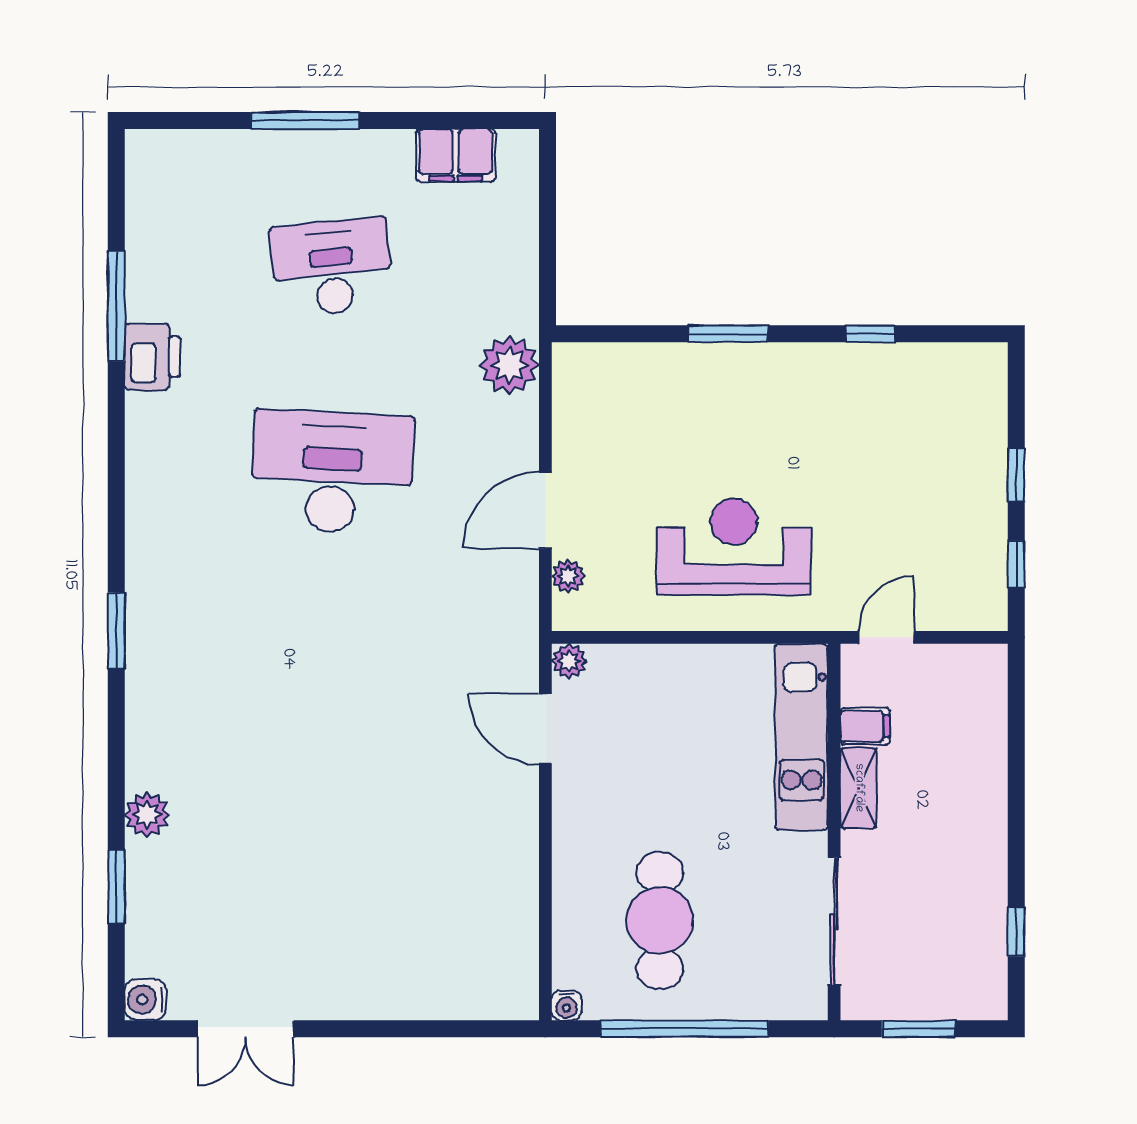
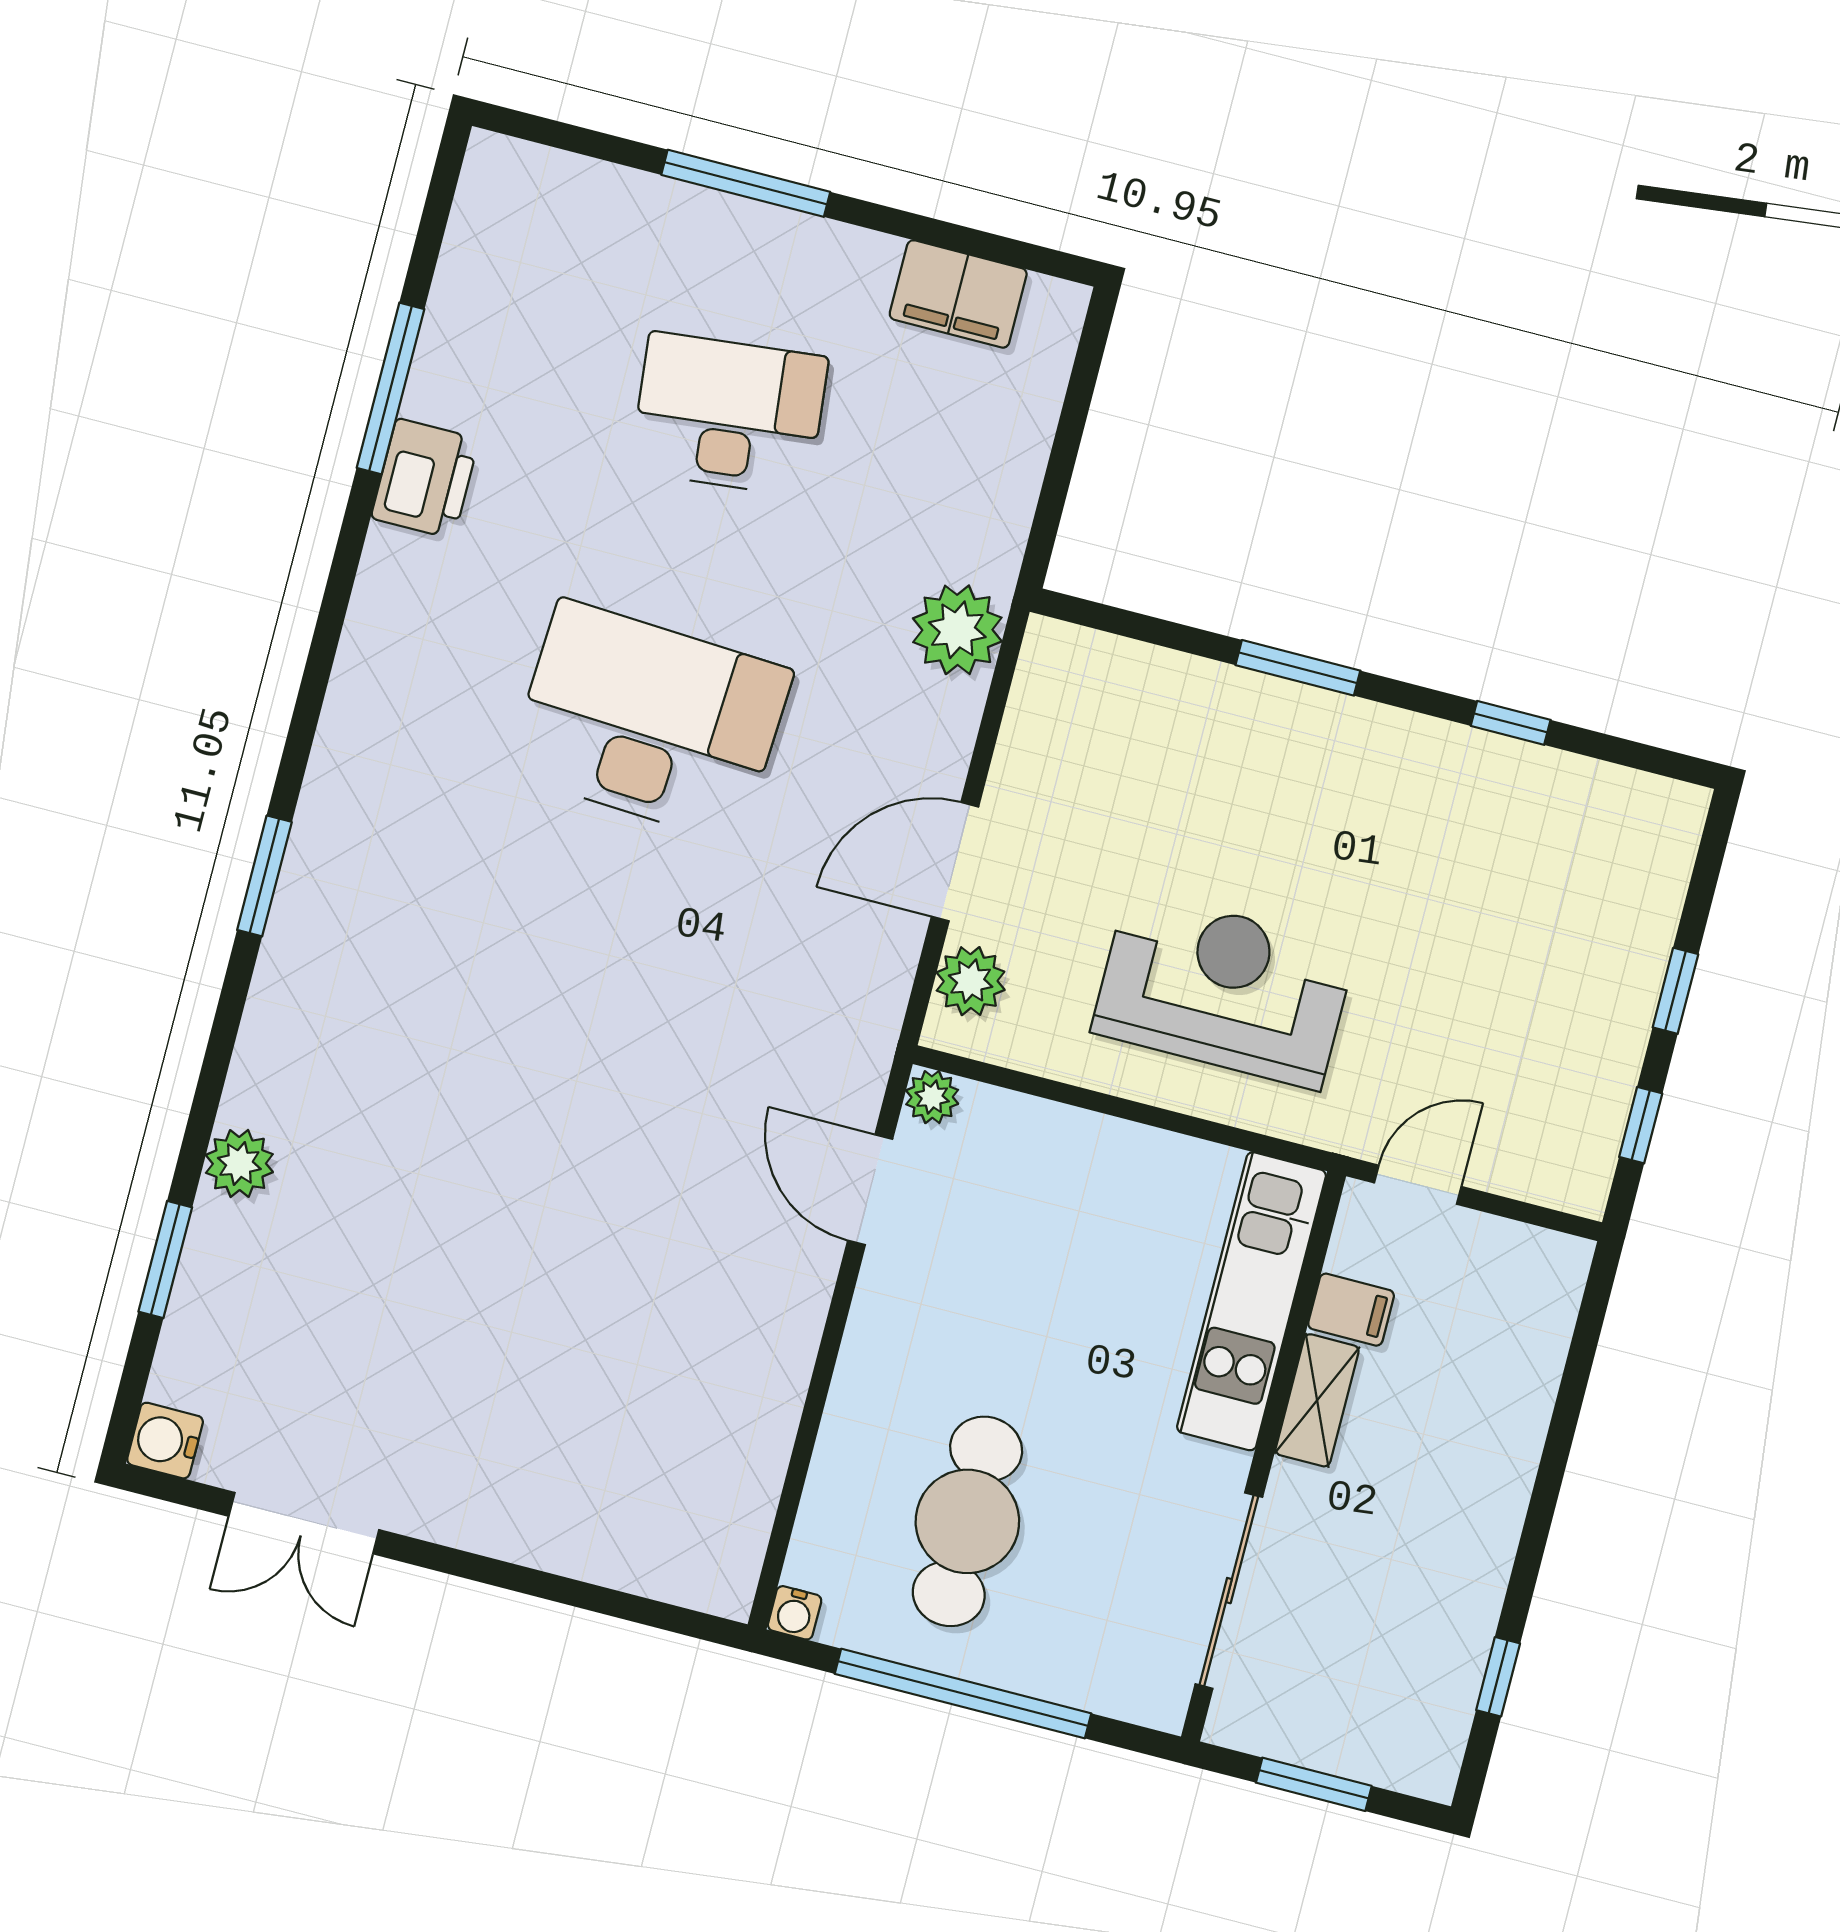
plant: (568, 576) -> (971, 981), width x1.38, depth x1.38

